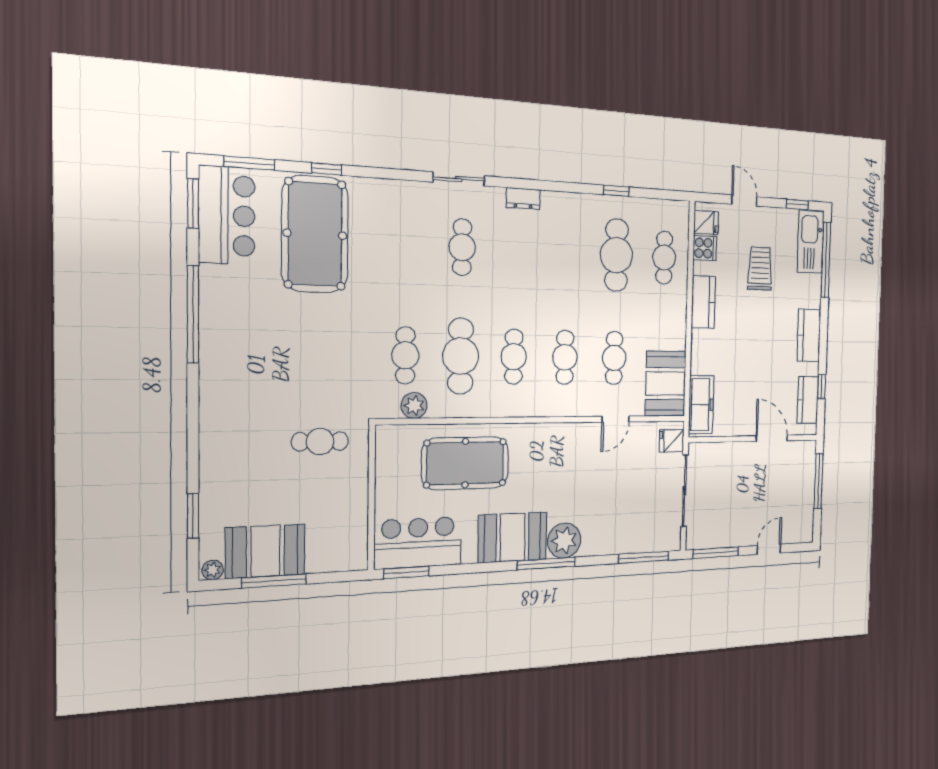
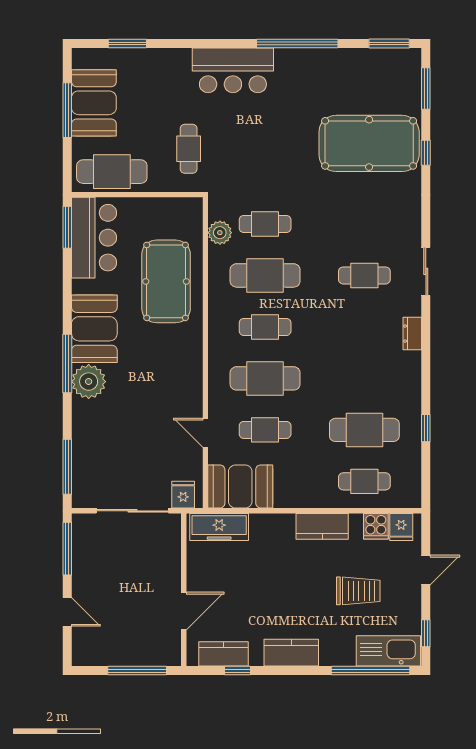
bar counter: (227, 215) -> (233, 70), moved
cafe table: (565, 357) -> (265, 378), width x1.37, depth x1.35
cafe table: (345, 527) -> (112, 172), added
plant: (213, 570) -> (80, 59), removed

